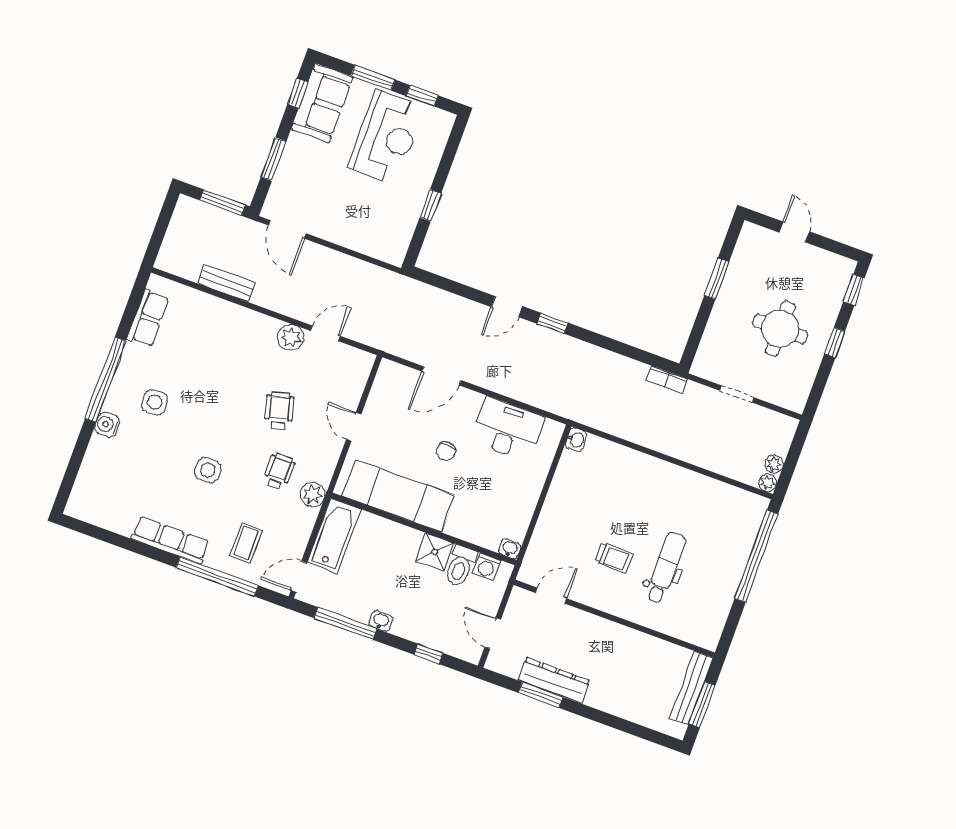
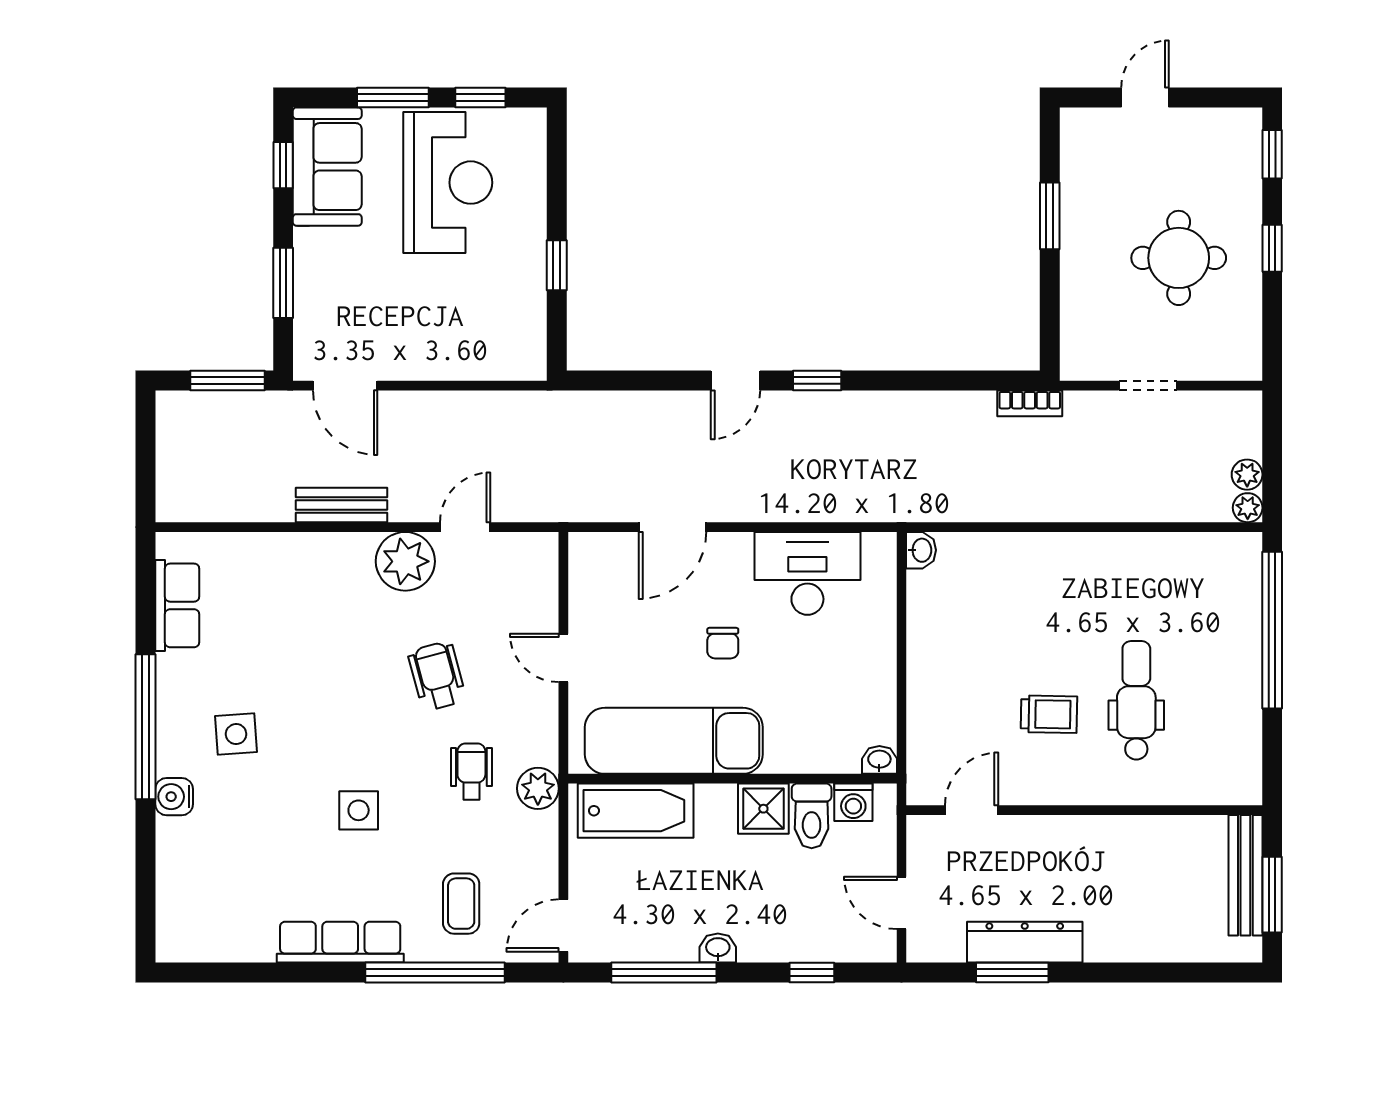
door: (794, 232) -> (1145, 97), hinge flipped
bench: (226, 283) -> (341, 505), moved
plant: (291, 337) -> (405, 561), width x1.36, depth x1.36
bathtub: (334, 536) -> (636, 811), moved, turned 90

